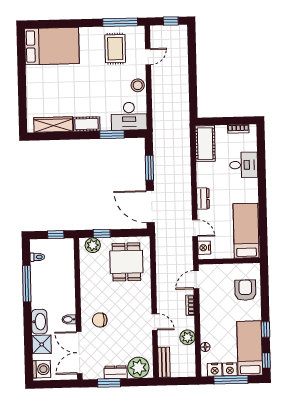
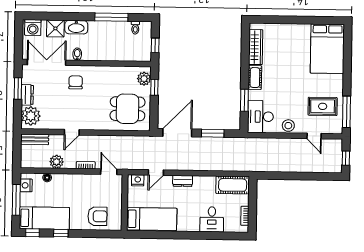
nightstand: (230, 369) -> (26, 199), removed

